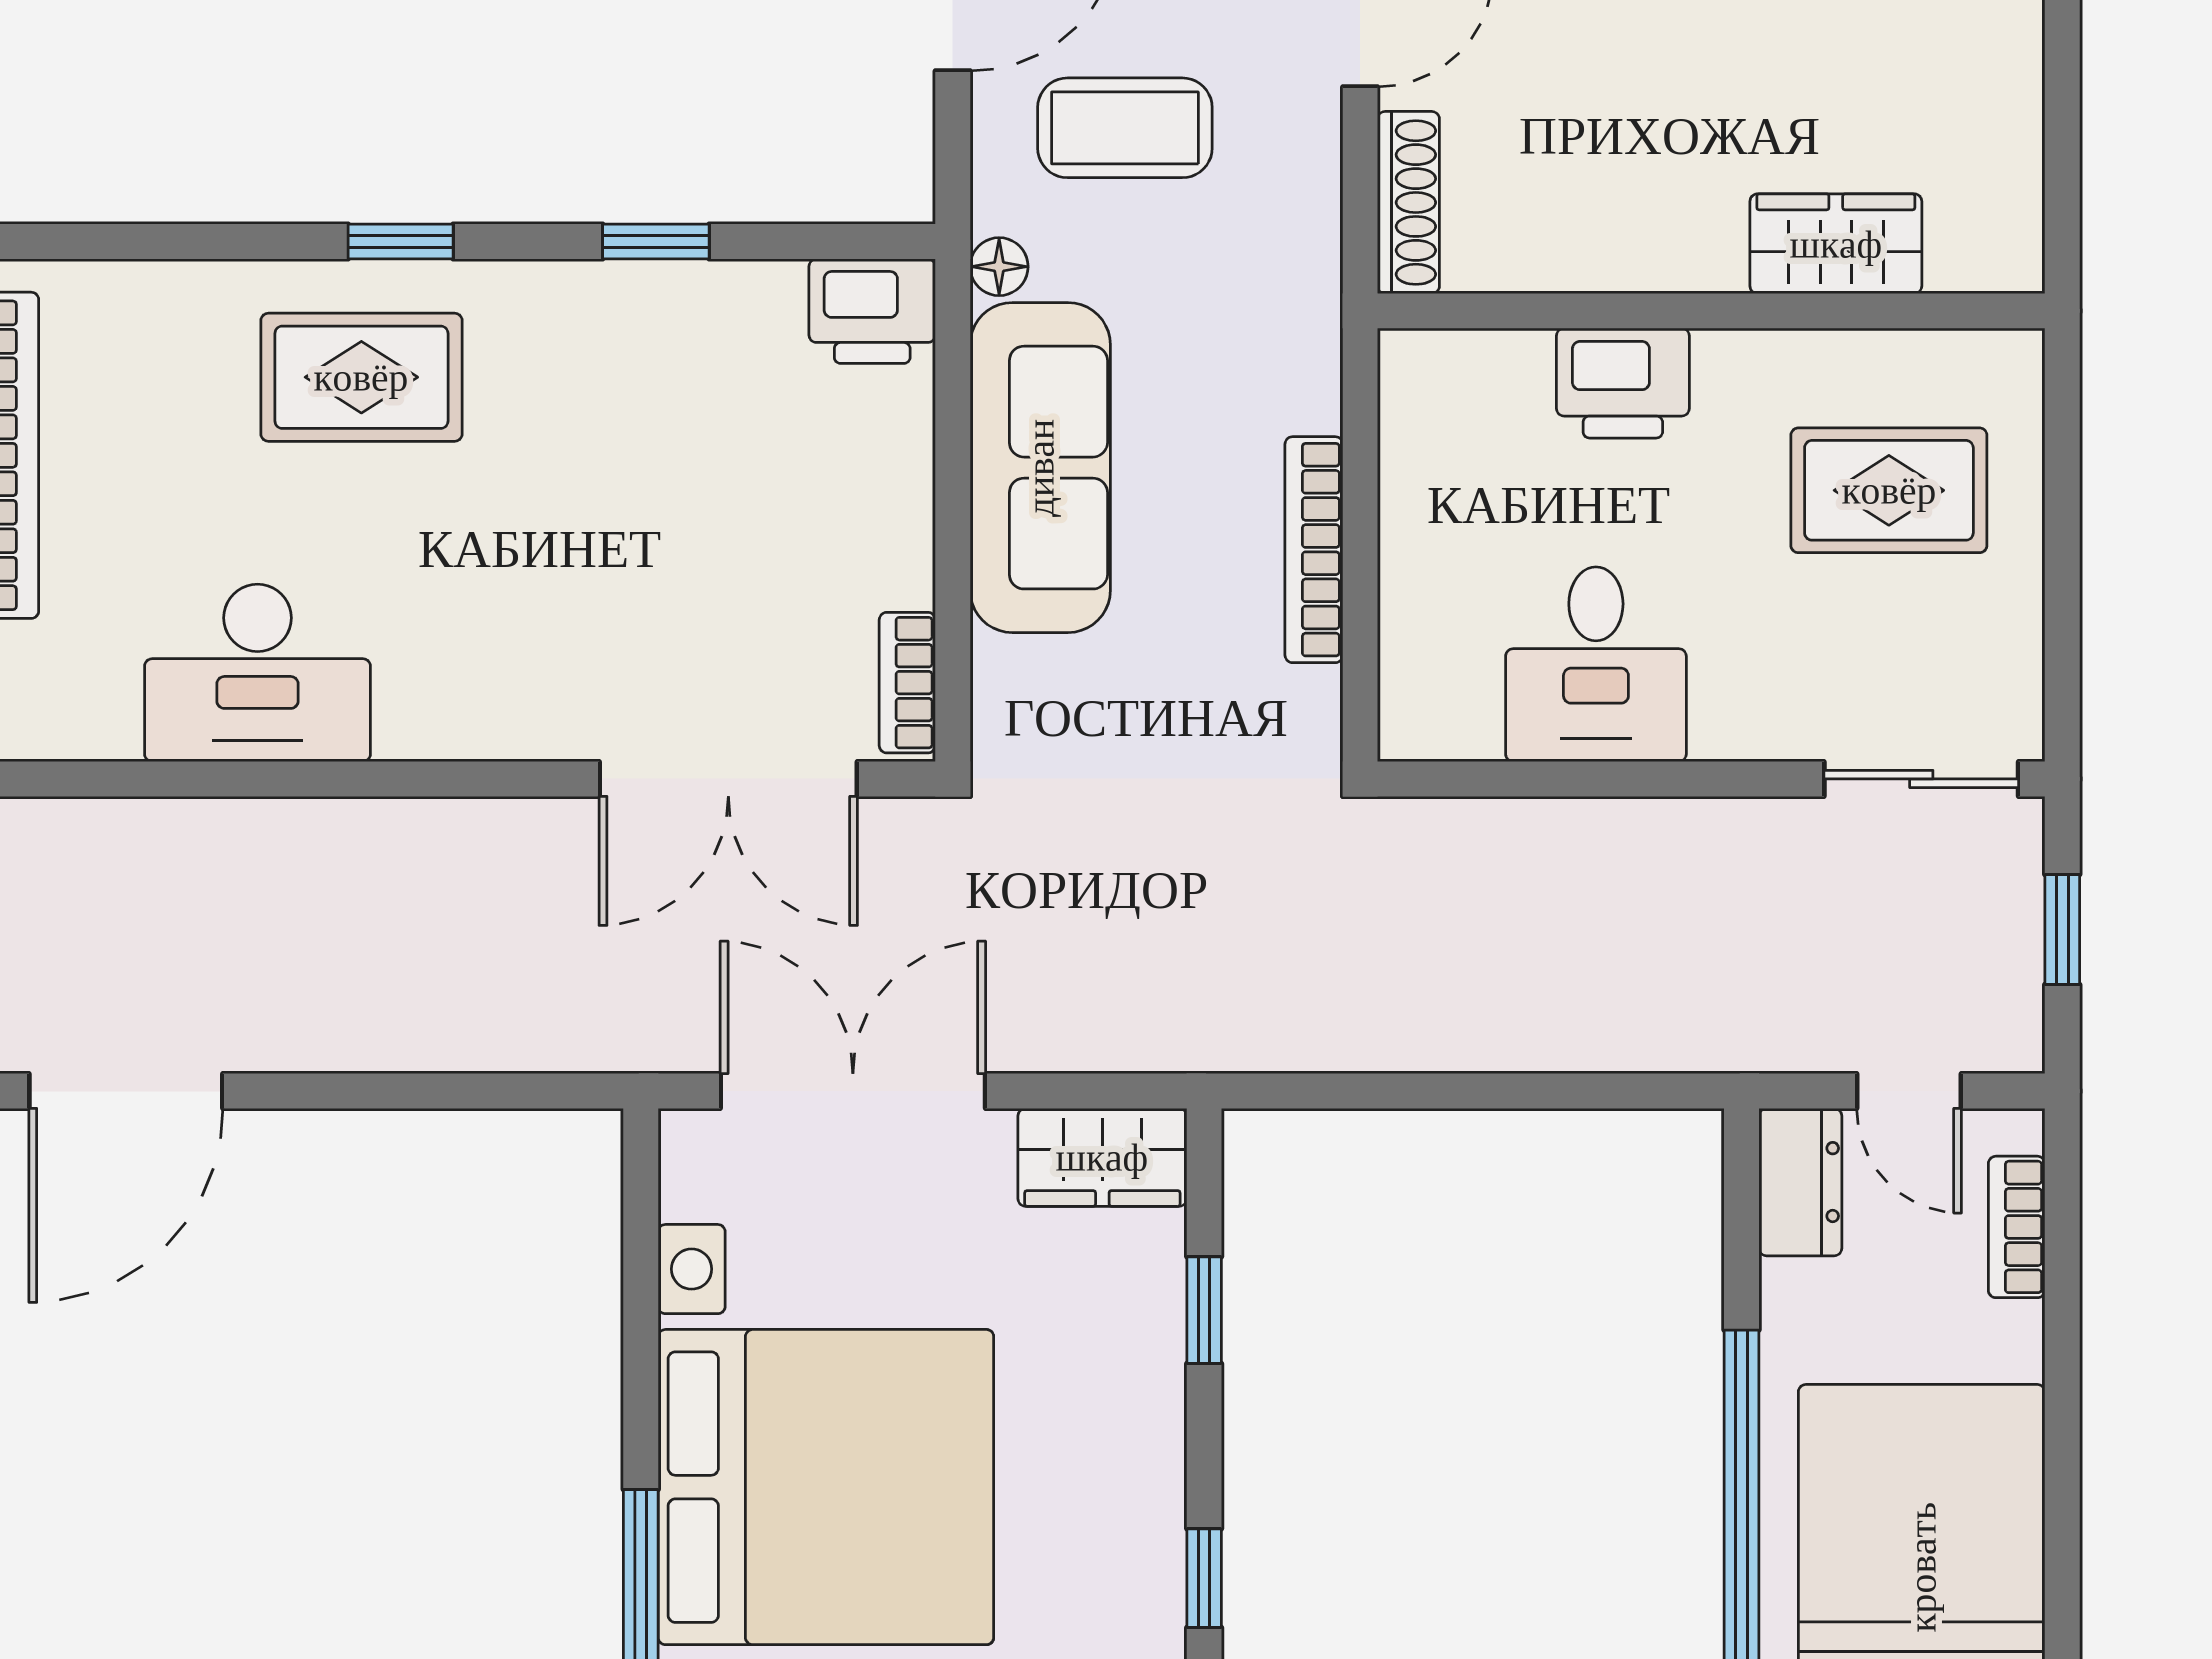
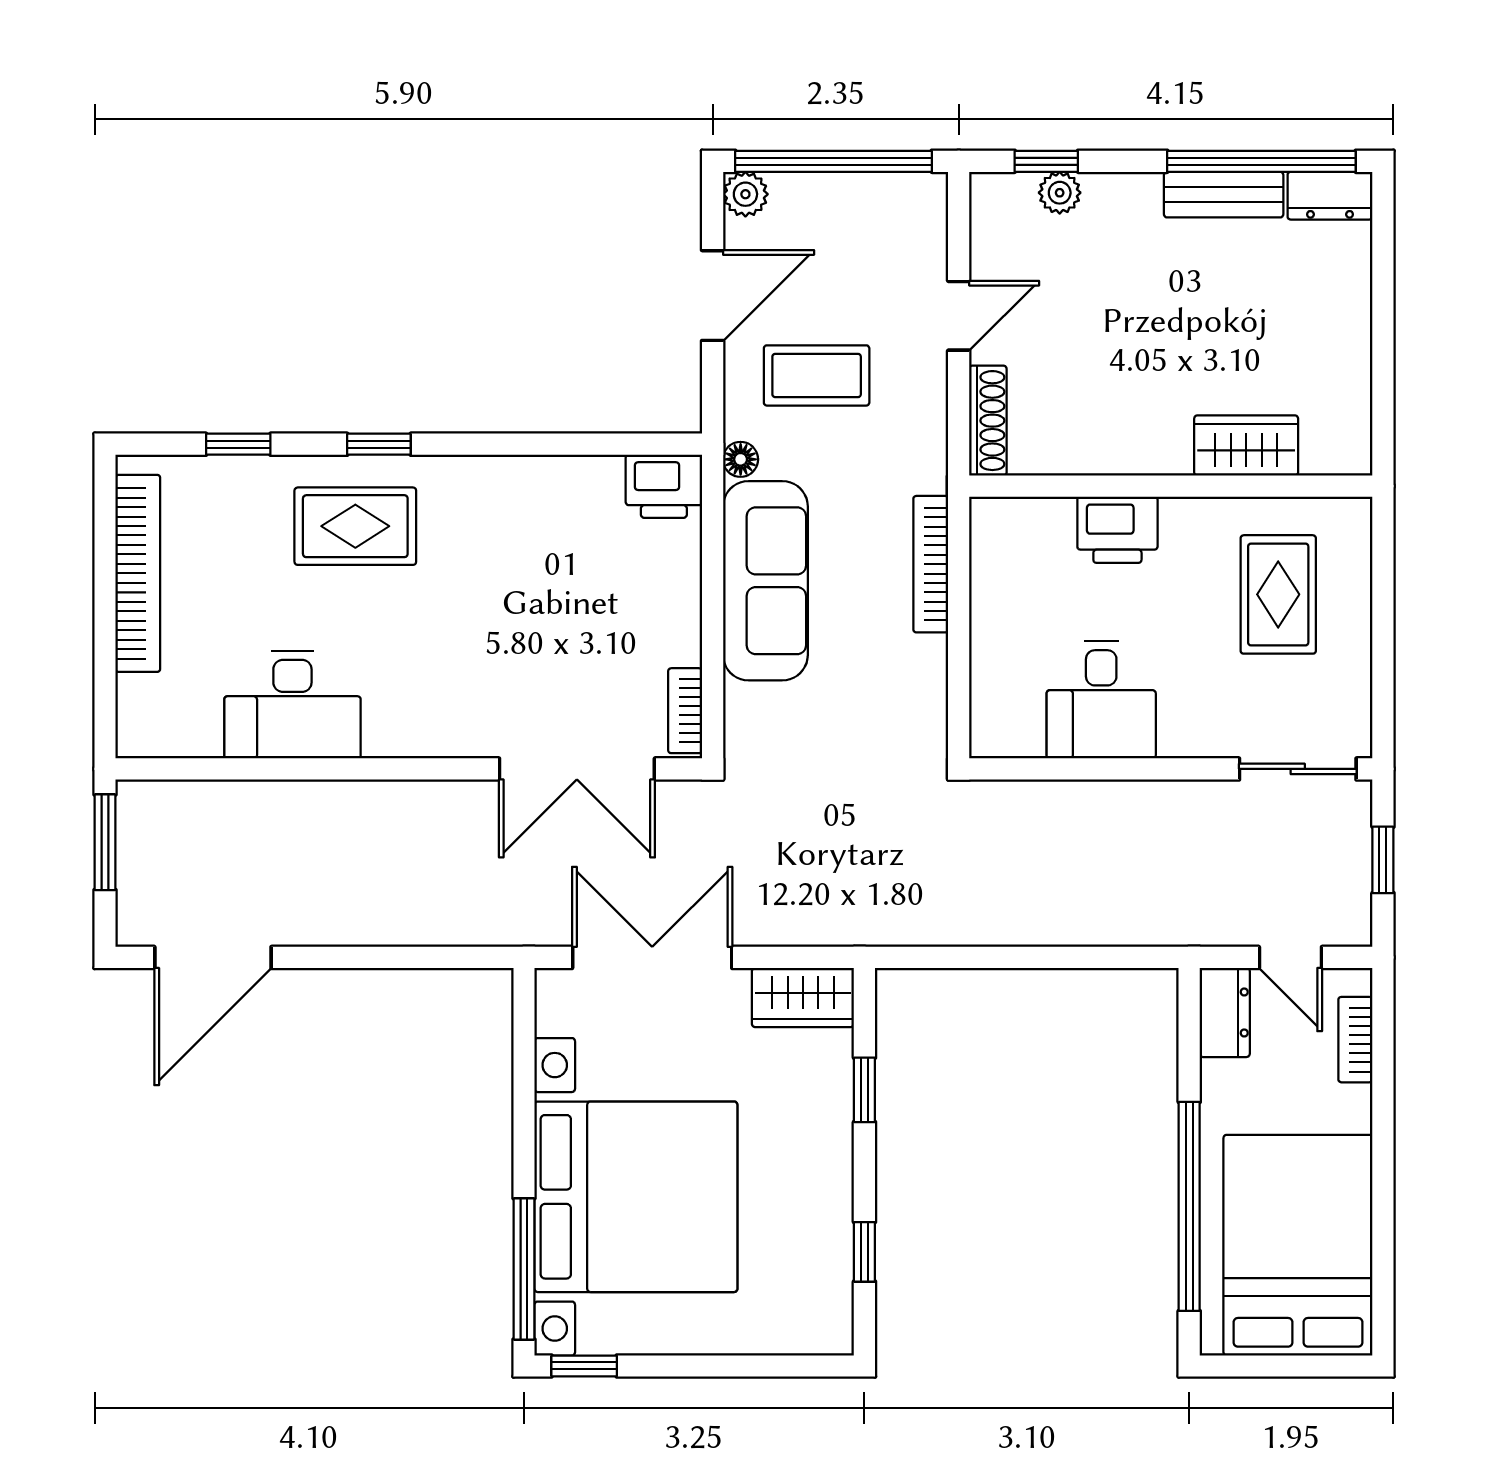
window: (656, 242) -> (238, 444), moved
rug: (1889, 490) -> (1278, 594), turned 90
bookcase: (1314, 550) -> (931, 564), moved

